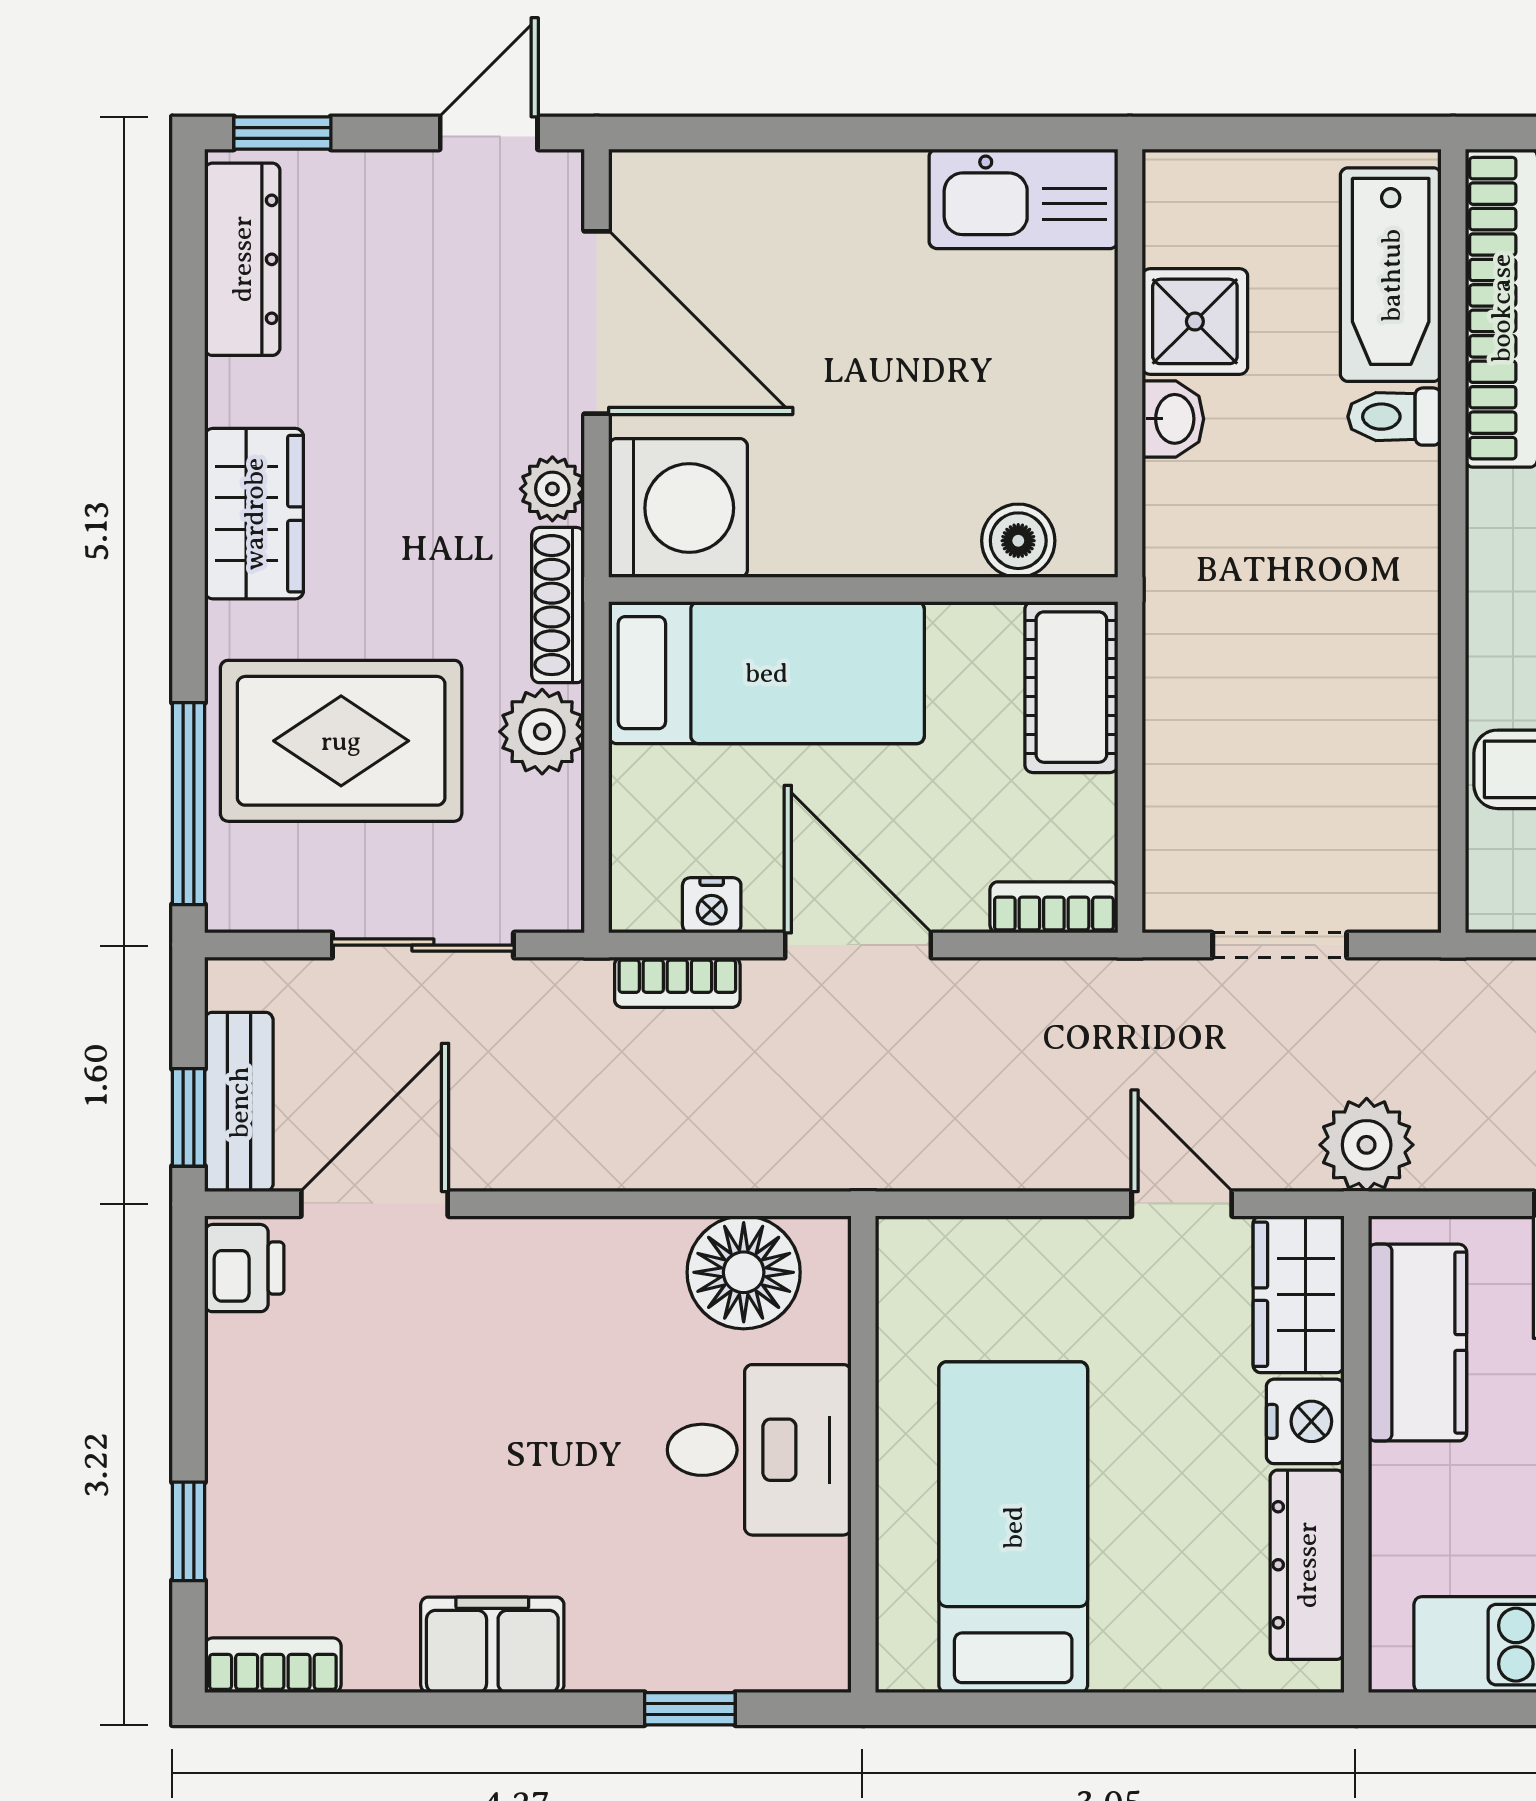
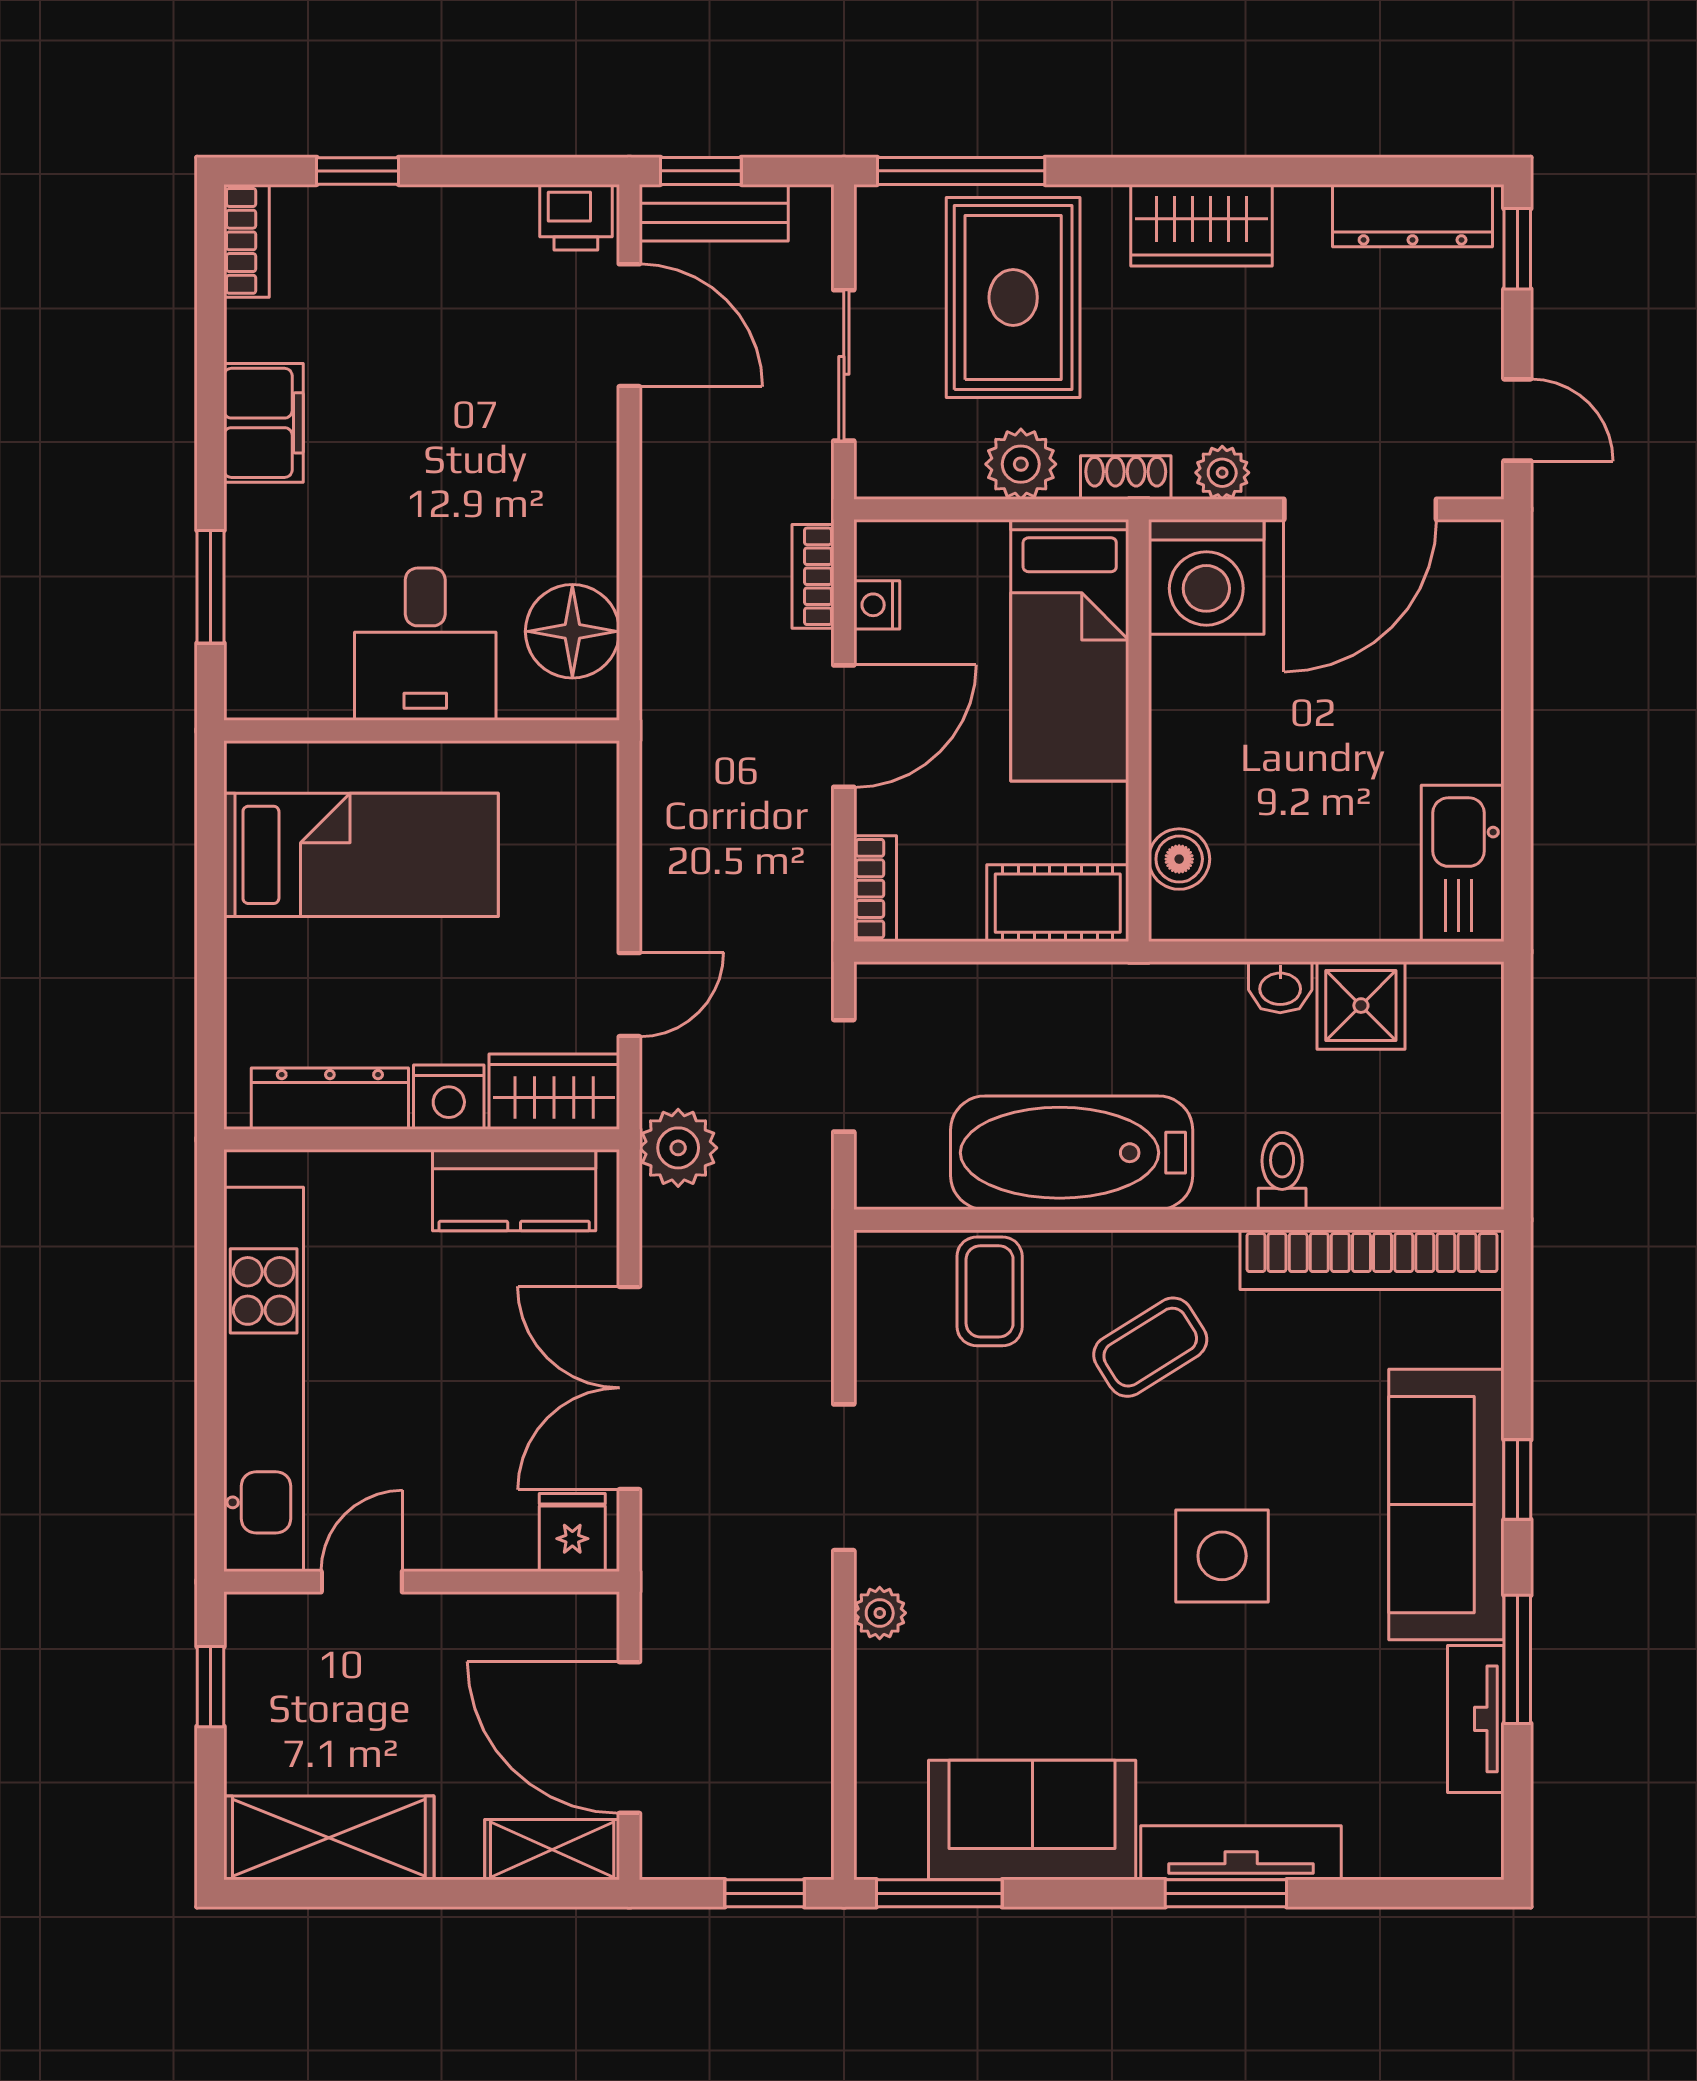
bathtub: (1391, 275) -> (1072, 1153), moved, width x1.36, depth x1.36
shoe rack: (558, 605) -> (1126, 477), width x0.70
window: (690, 1709) -> (211, 587), width x1.50

